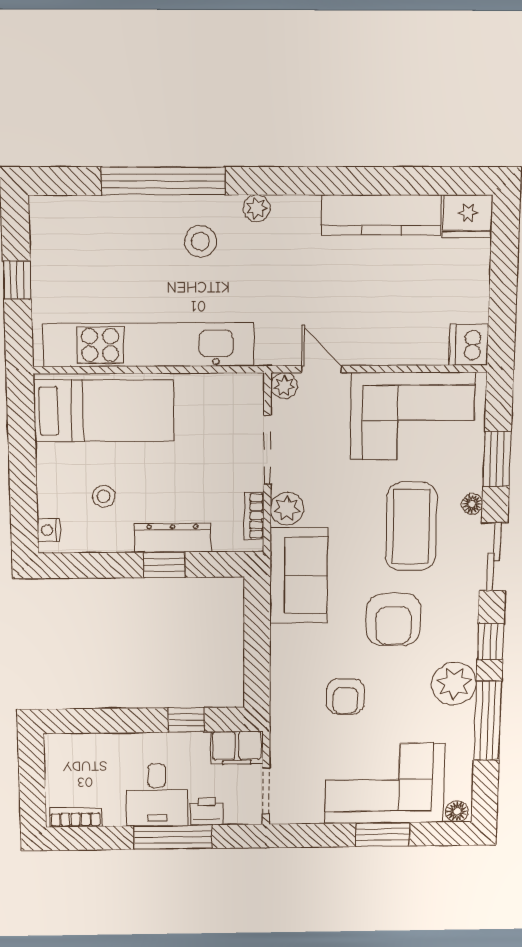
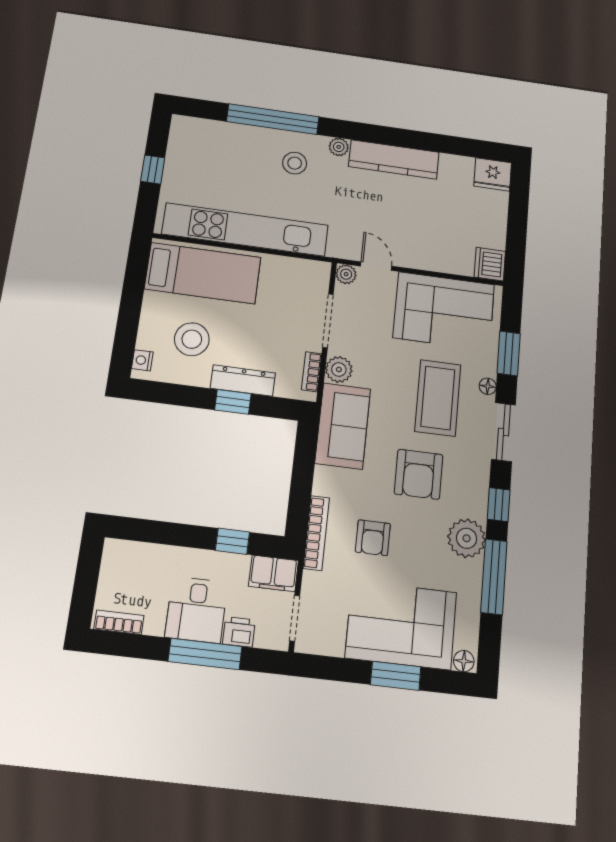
kitchen counter: (381, 215) -> (394, 159), moved
stool: (104, 496) -> (192, 339), width x1.89, depth x1.89
bookcase: (280, 699) -> (316, 533), added

